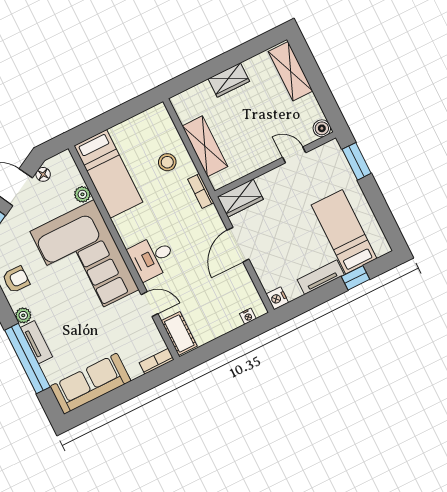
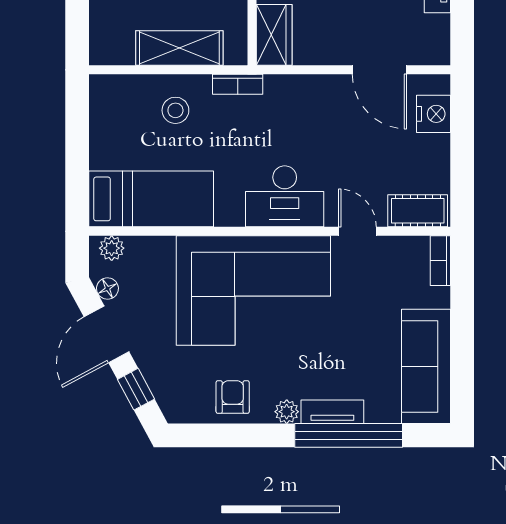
plant: (82, 194) -> (112, 248), moved
door: (238, 245) -> (379, 70), moved
desk: (152, 257) -> (285, 196), width x1.37
nightstand: (277, 298) -> (437, 53), removed
door: (150, 304) -> (357, 231), hinge flipped
nightstand: (248, 316) -> (433, 114), width x1.89, depth x1.79

